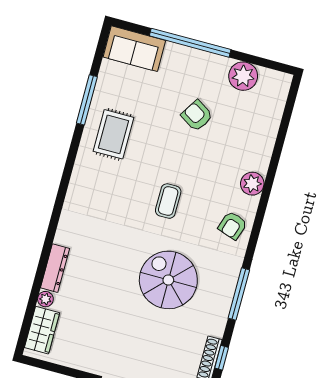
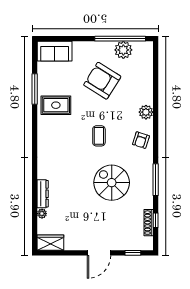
window: (190, 43) -> (120, 39), moved
armchair: (197, 116) -> (102, 81), width x1.88, depth x1.88
rug: (113, 134) -> (56, 105), turned 90
wardrobe: (42, 330) -> (50, 243), moved, turned -90

